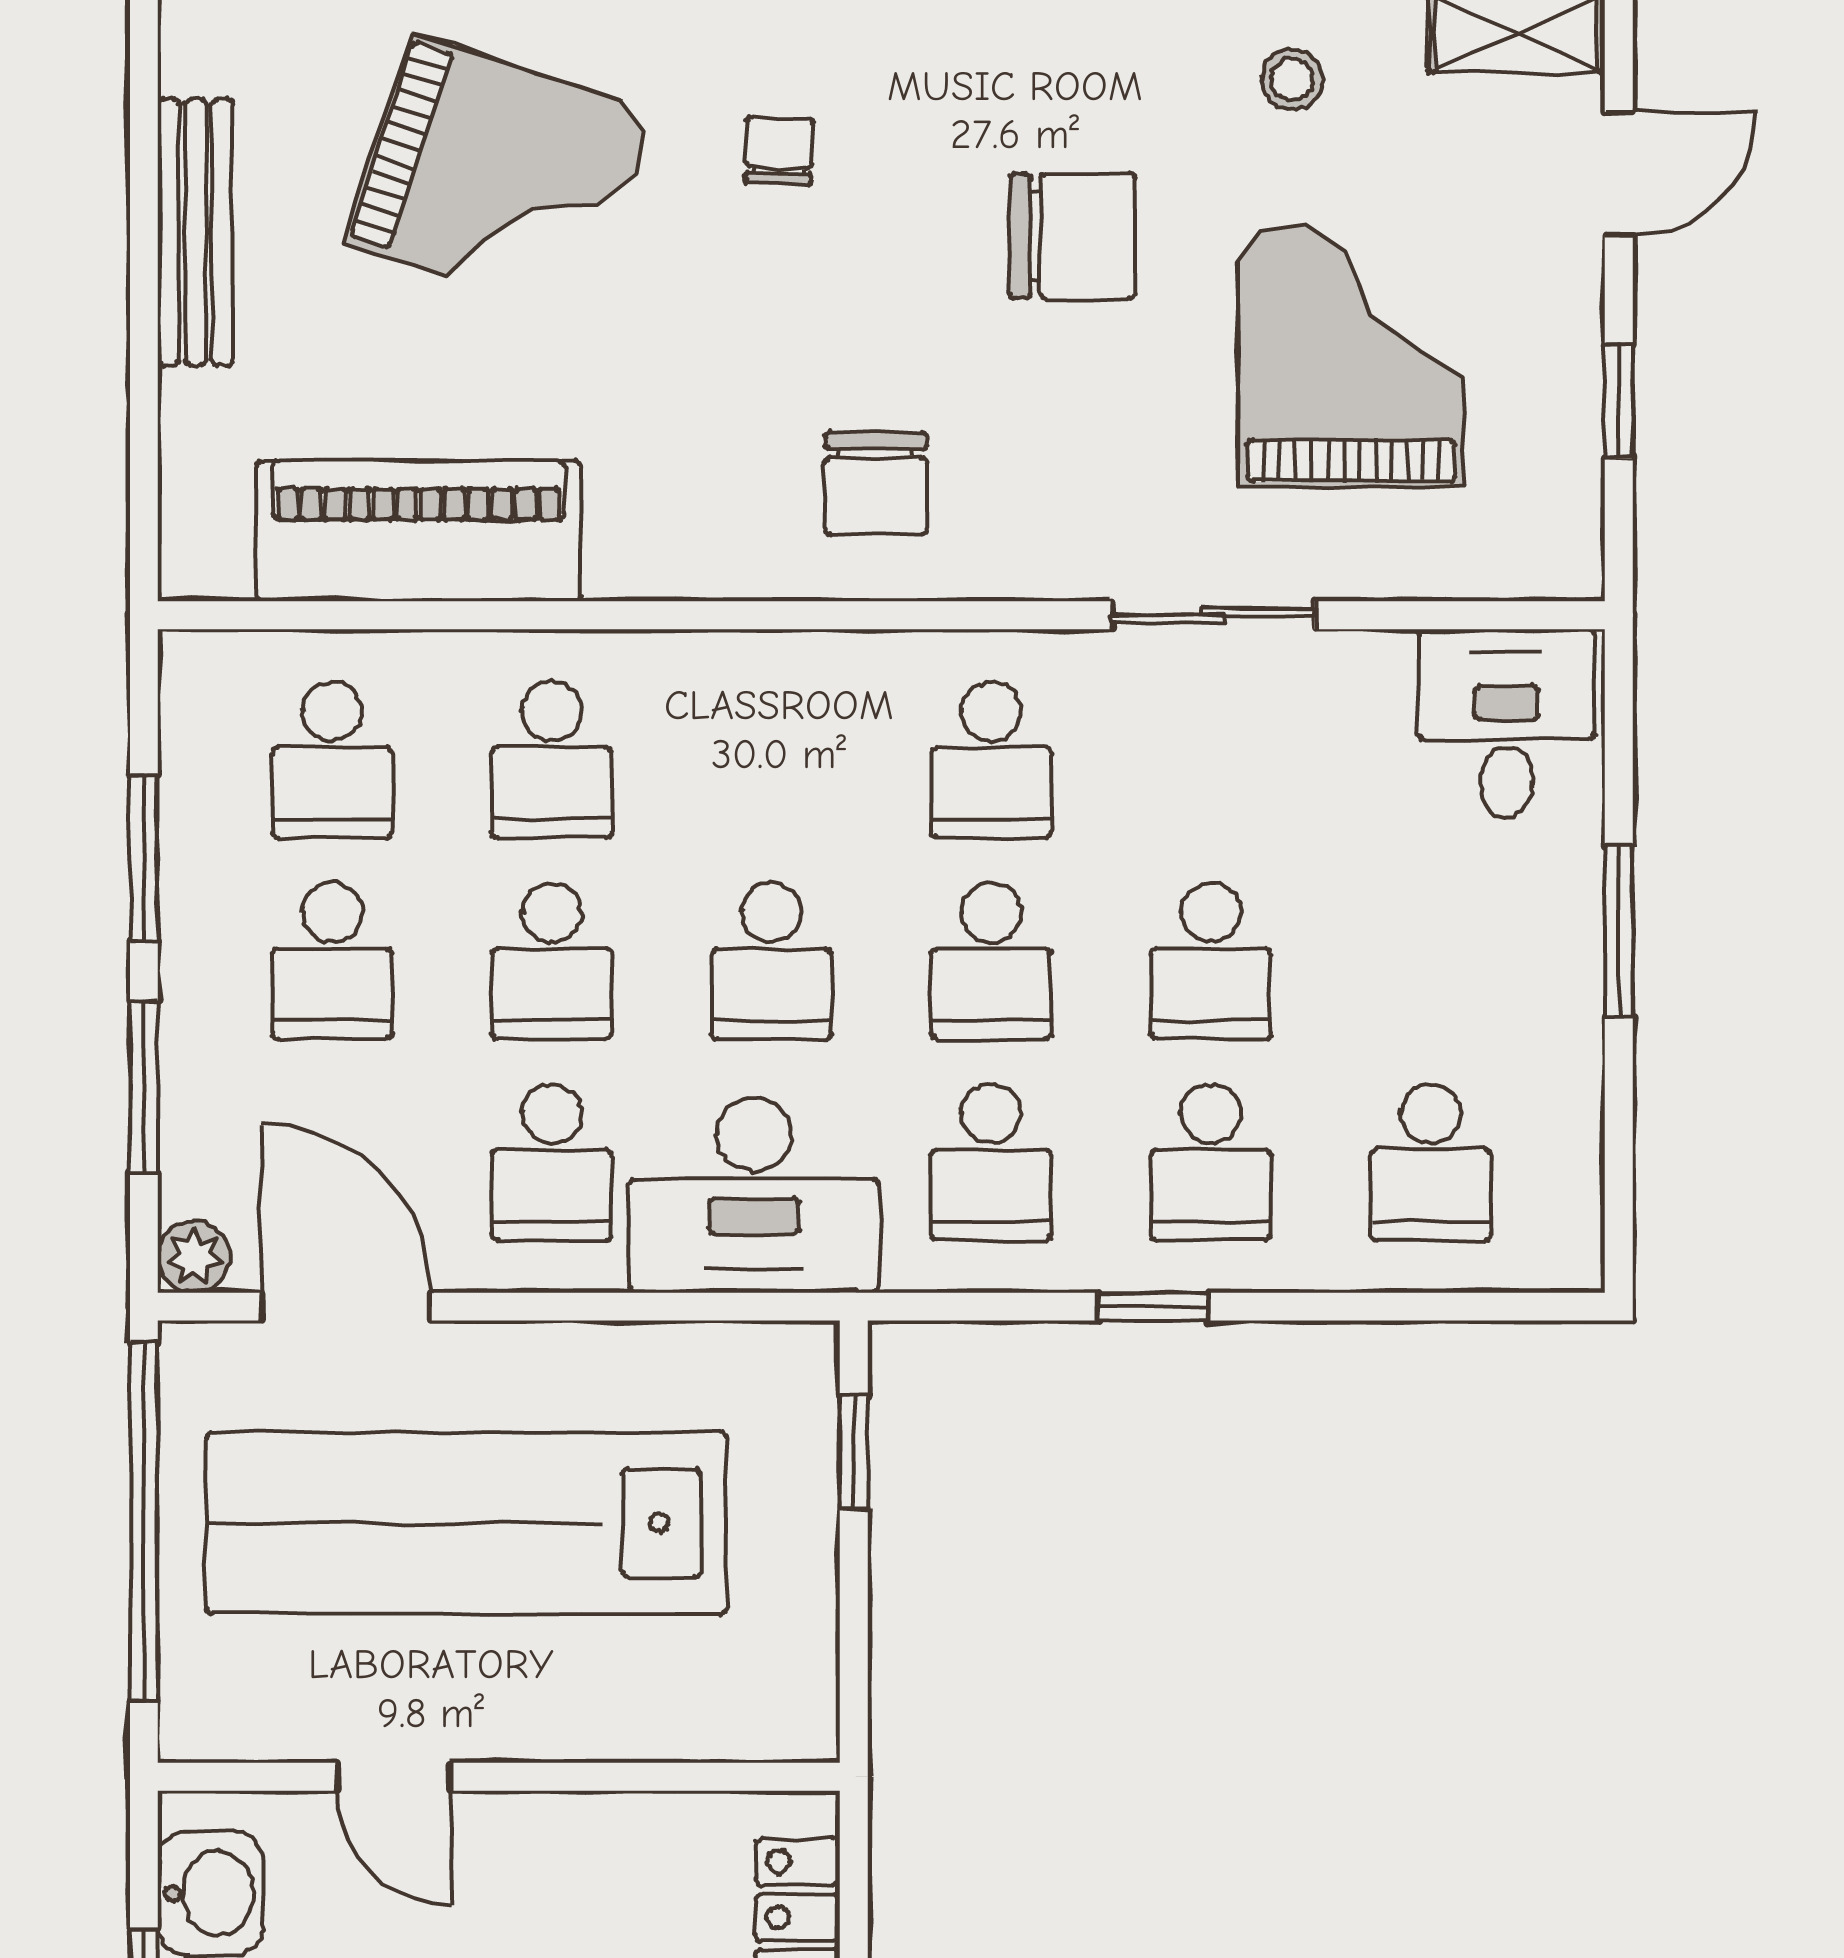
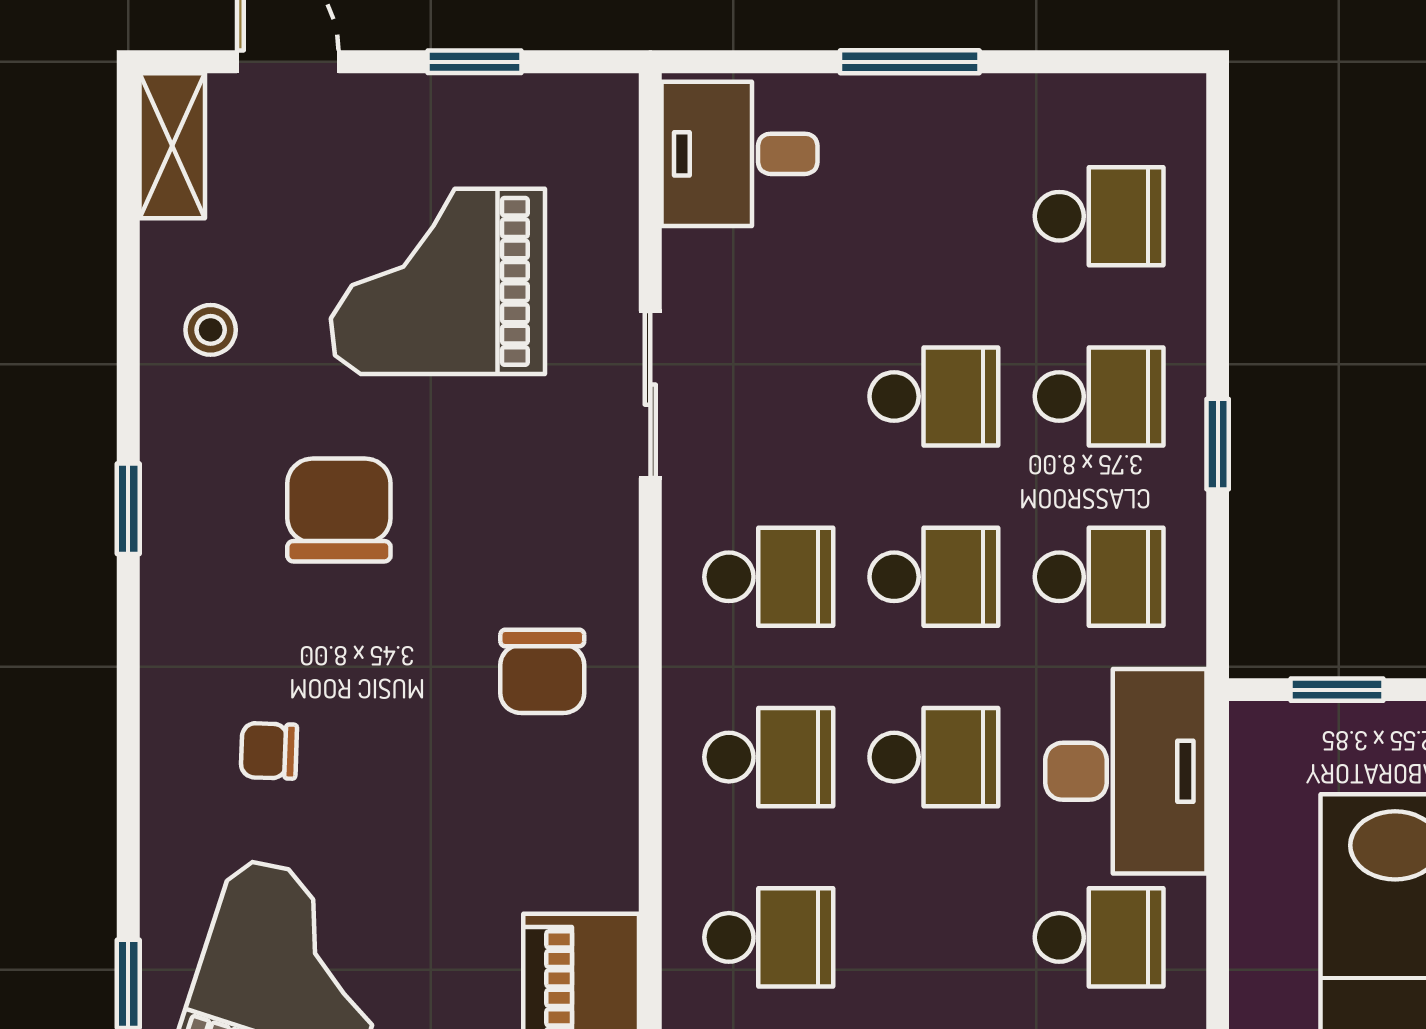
chair: (876, 484) -> (542, 671), turned 90
school desk: (552, 961) -> (769, 757), moved

